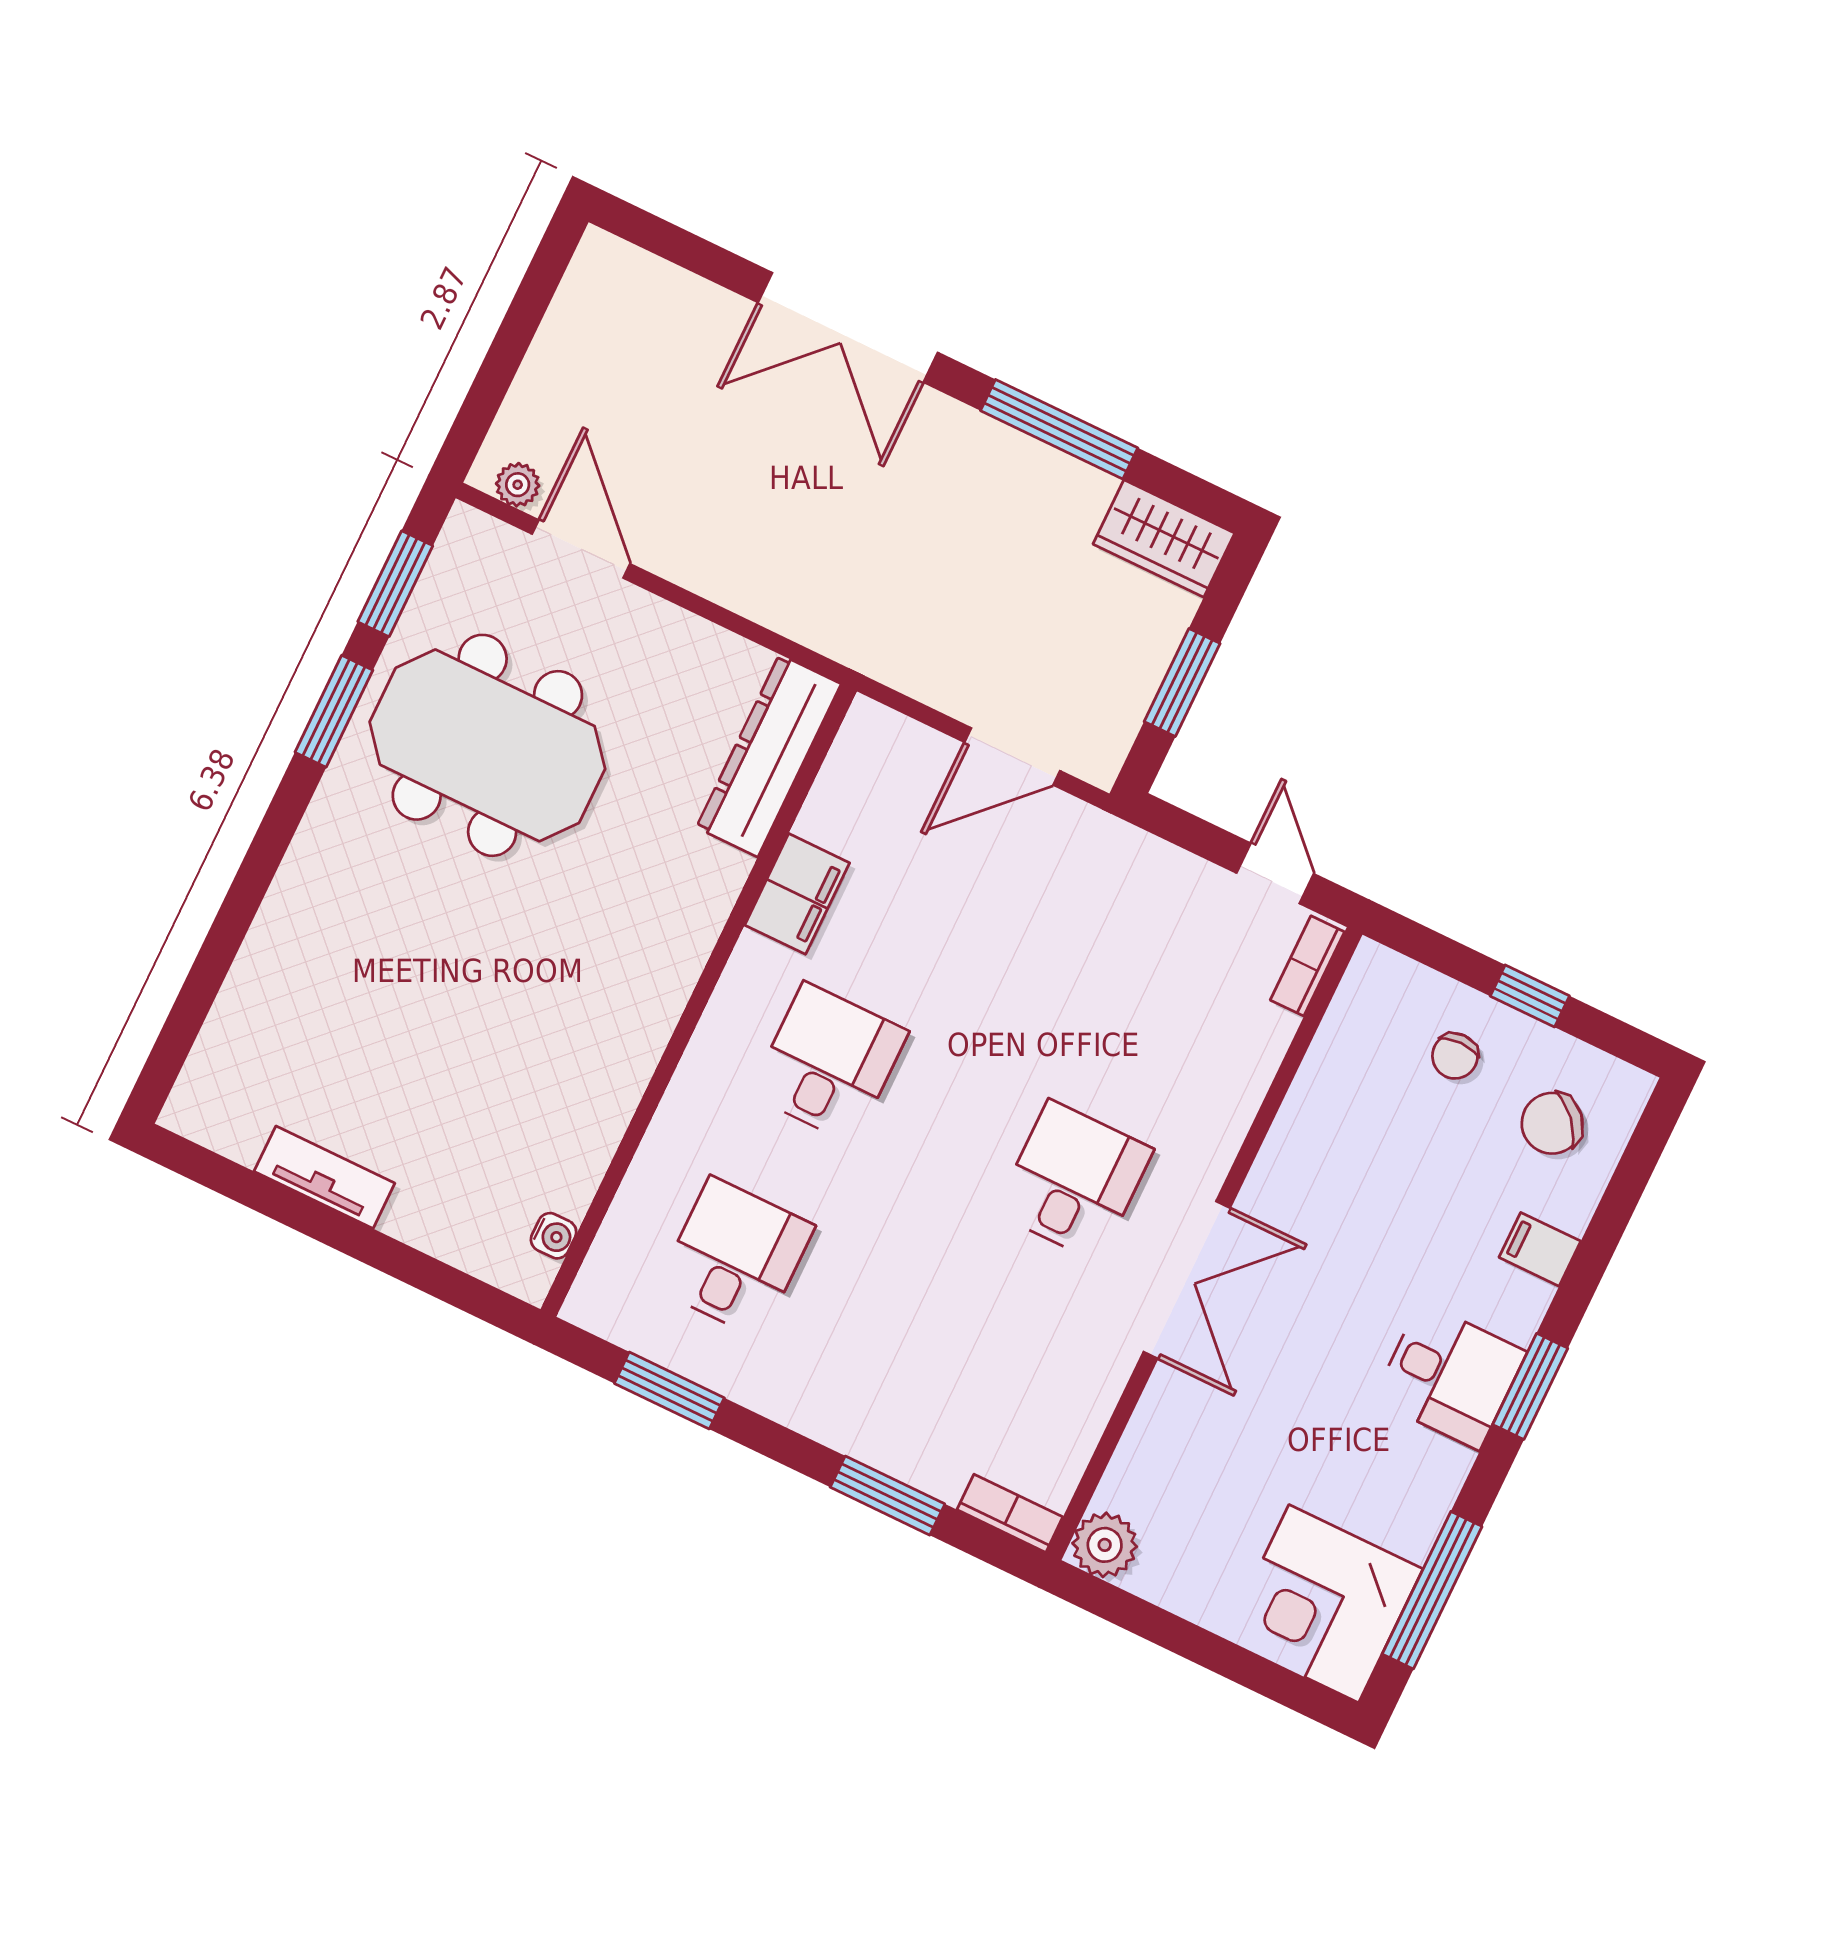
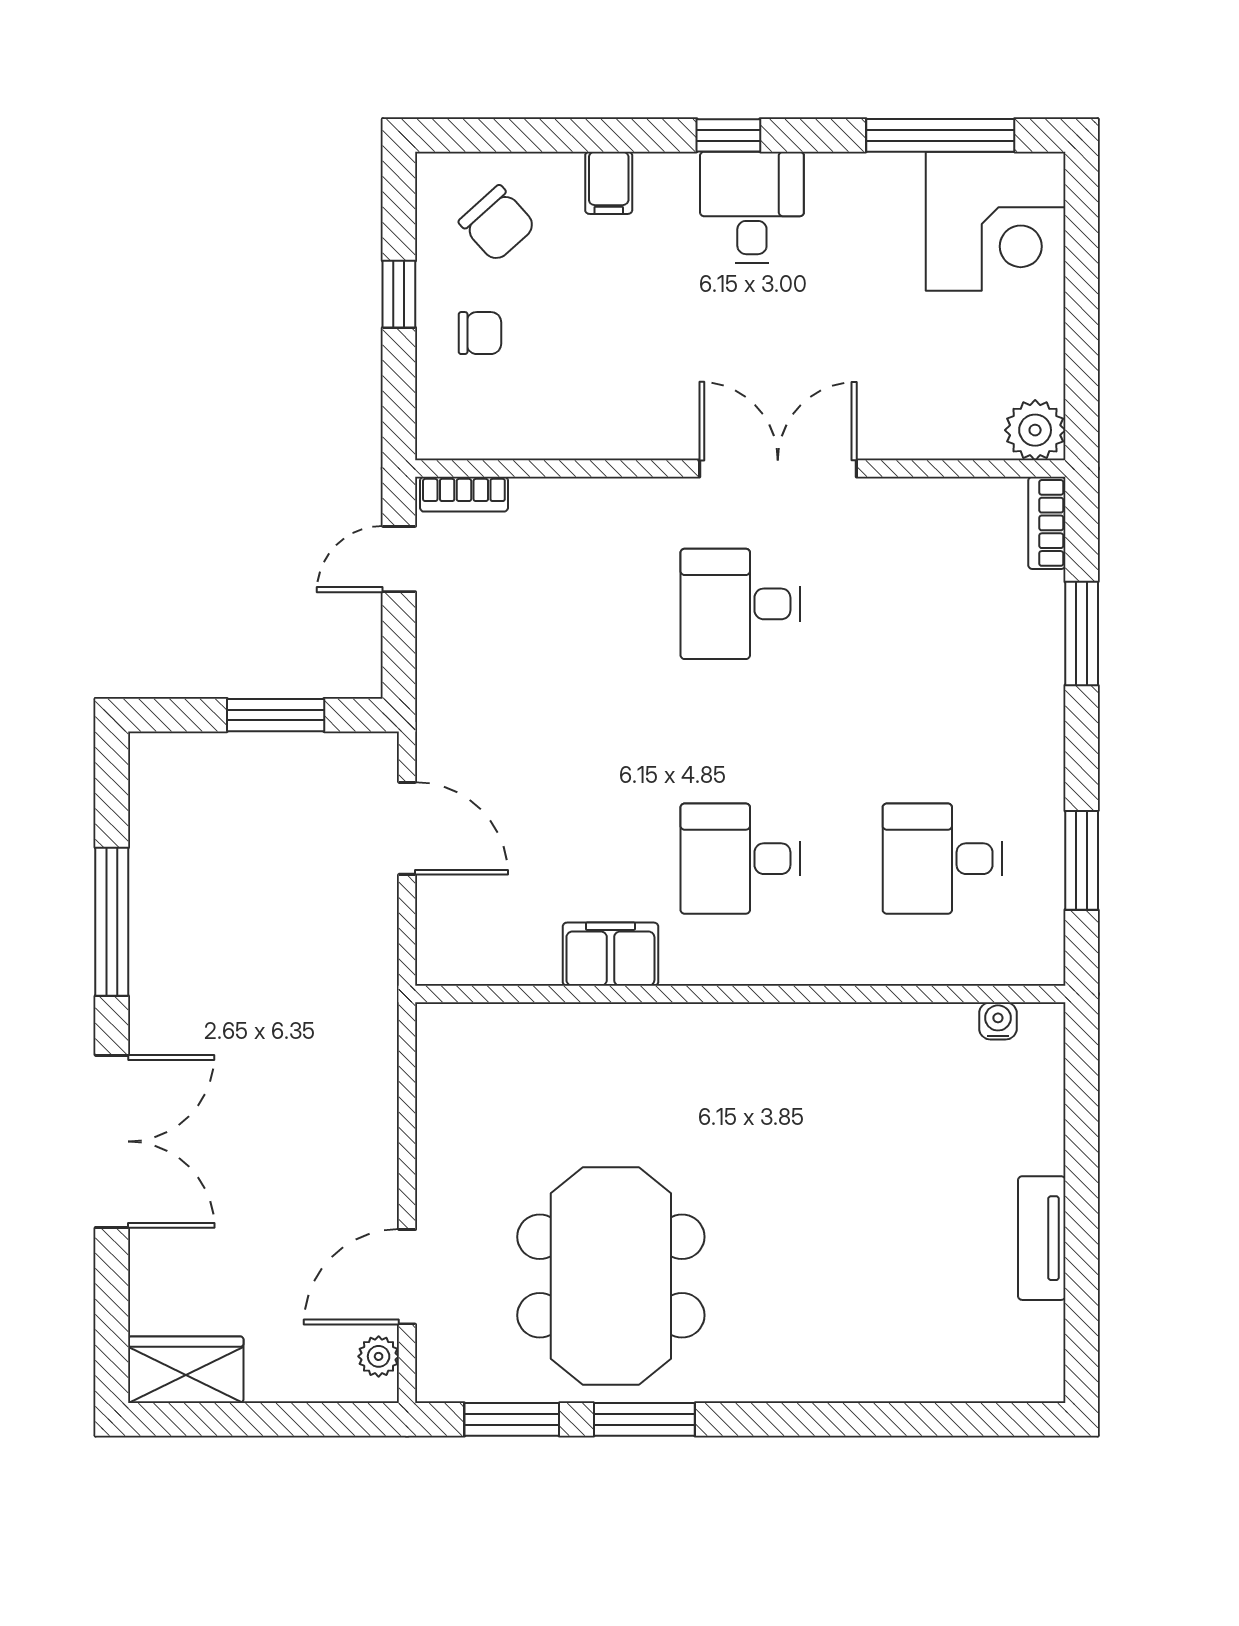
wardrobe: (1164, 539) -> (186, 1370), moved, turned -90
dresser: (769, 756) -> (505, 1034), removed
window: (1530, 1386) -> (728, 135), width x0.67

